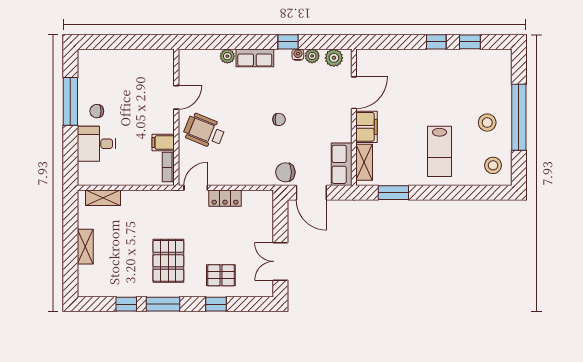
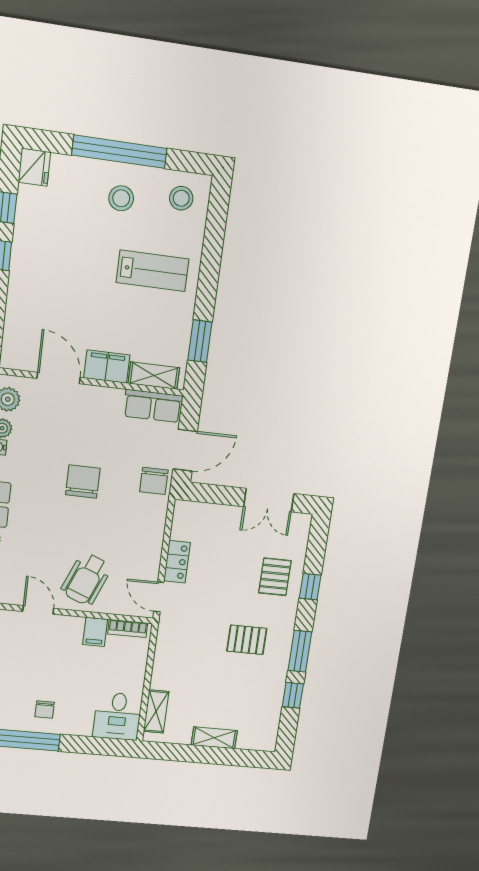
fridge: (500, 59) -> (34, 167), added
chair: (279, 119) -> (83, 482), width x1.87, depth x1.87
desk: (96, 144) -> (118, 716), moved
pallet: (168, 261) -> (247, 640), width x0.67, depth x0.71

